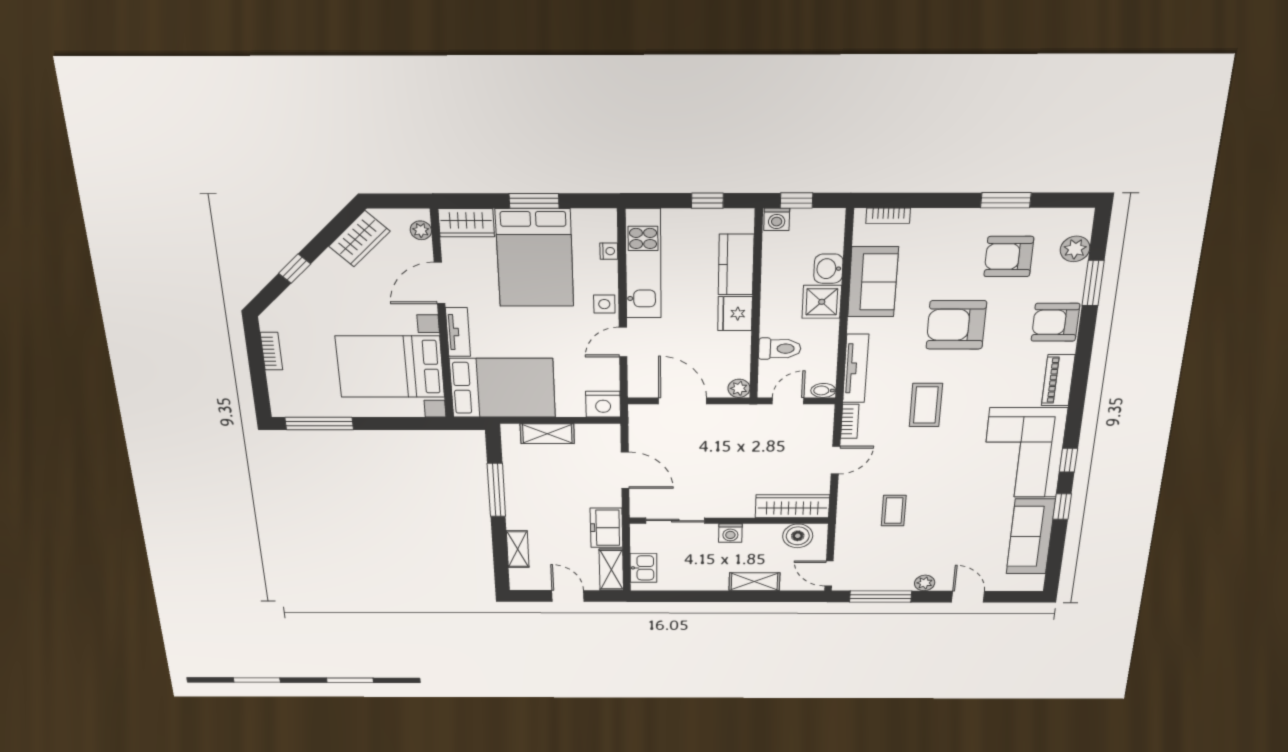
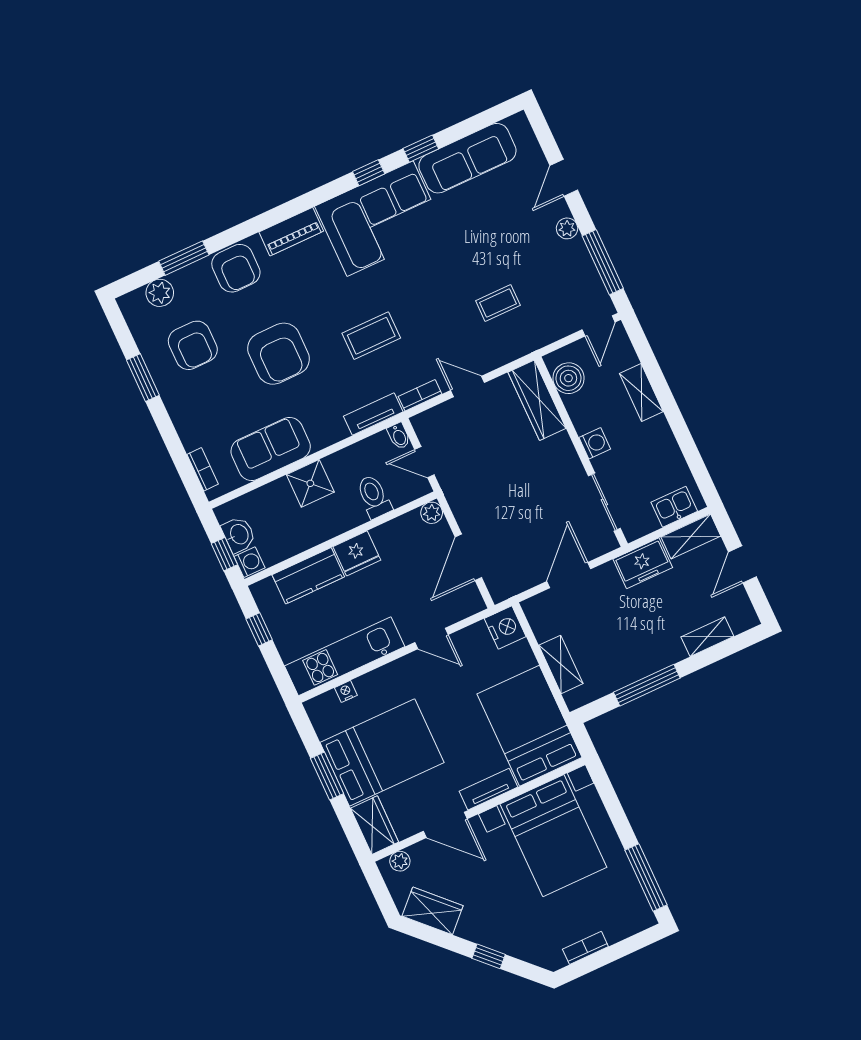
washbasin: (828, 269) -> (239, 535), moved, turned -90
side table: (604, 304) -> (400, 672), removed
tv unit: (856, 368) -> (373, 414), width x0.71

